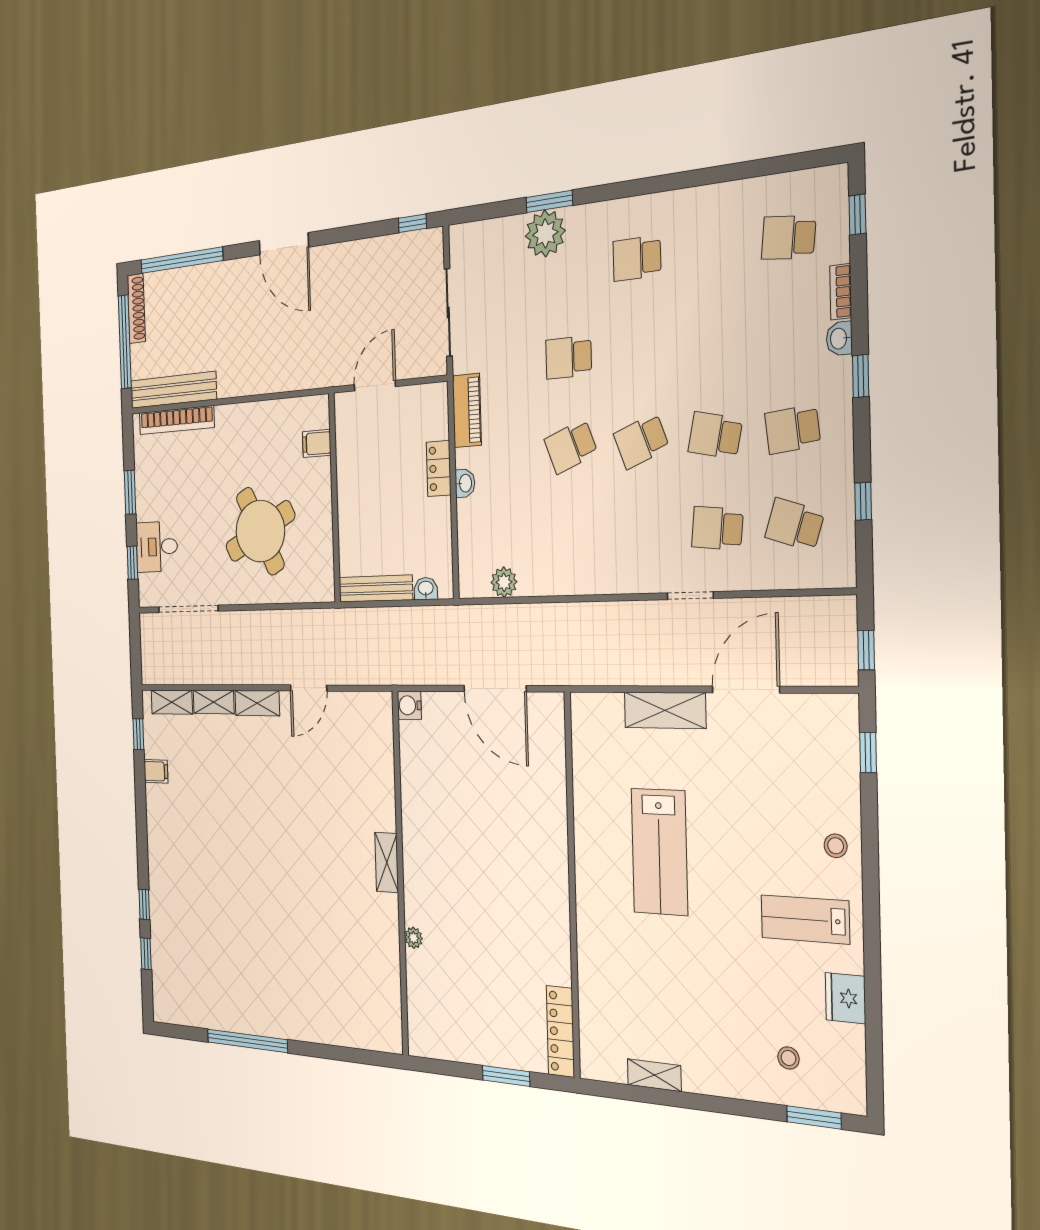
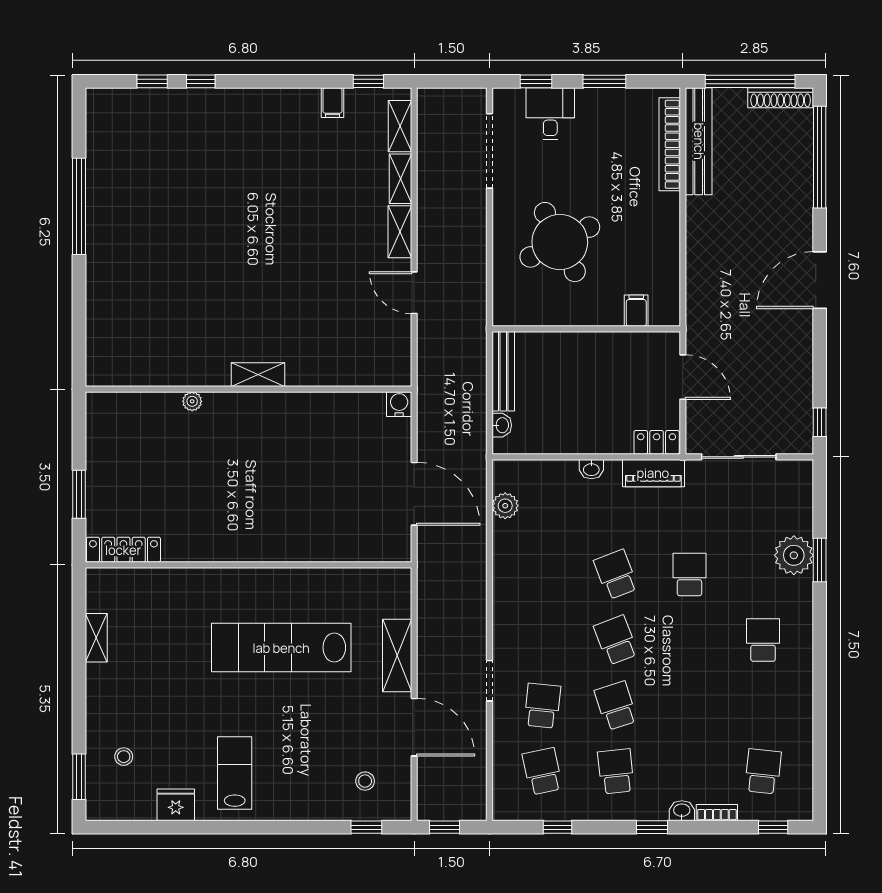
school desk: (715, 435) -> (616, 706), turned -30
locker: (439, 468) -> (657, 442), moved
school desk: (795, 525) -> (542, 771), turned -30
door: (495, 689) -> (414, 494), swing flipped
stool: (836, 846) -> (365, 781), moved
lab bench: (659, 852) -> (281, 648), width x1.36

